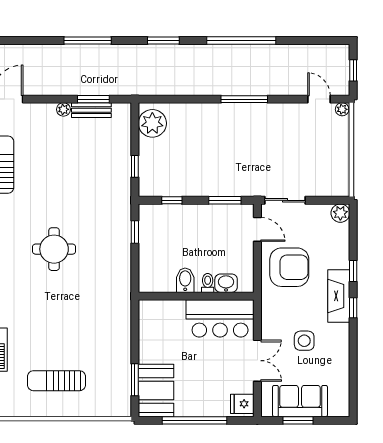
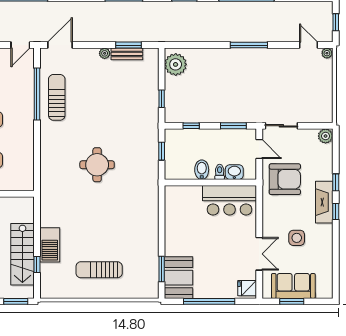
bidet: (185, 280) -> (202, 170), moved
toilet: (208, 283) -> (220, 172), moved
washbasin: (226, 283) -> (234, 172), moved
wall: (196, 296) -> (210, 182), moved
bar counter: (220, 318) -> (230, 200), moved

